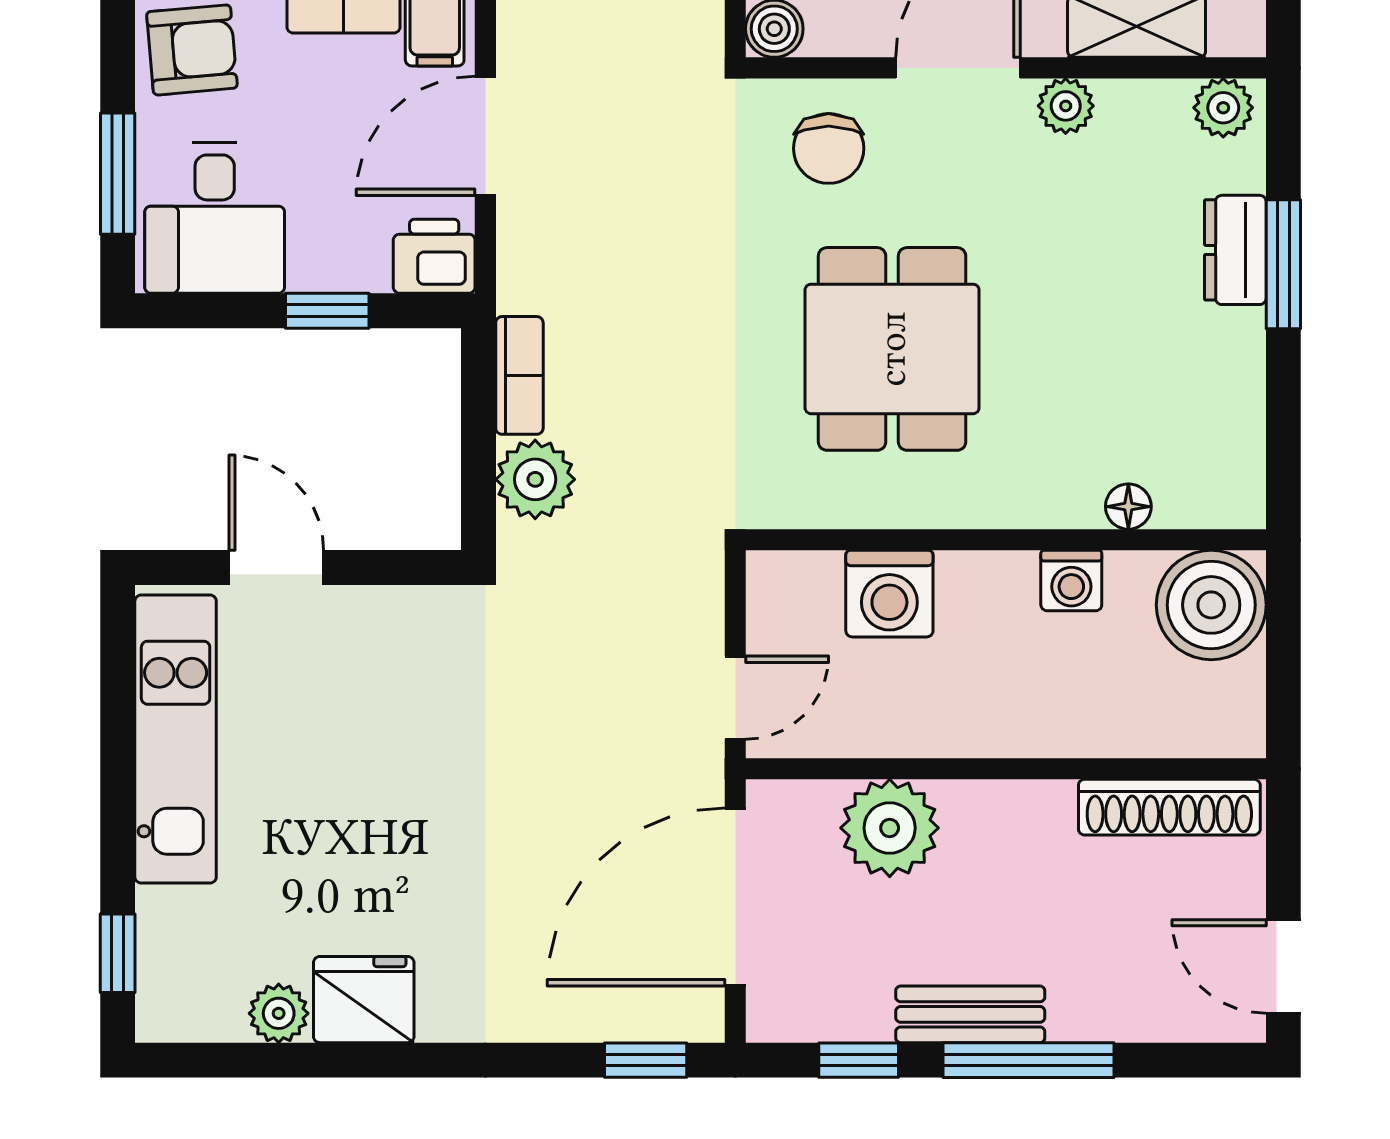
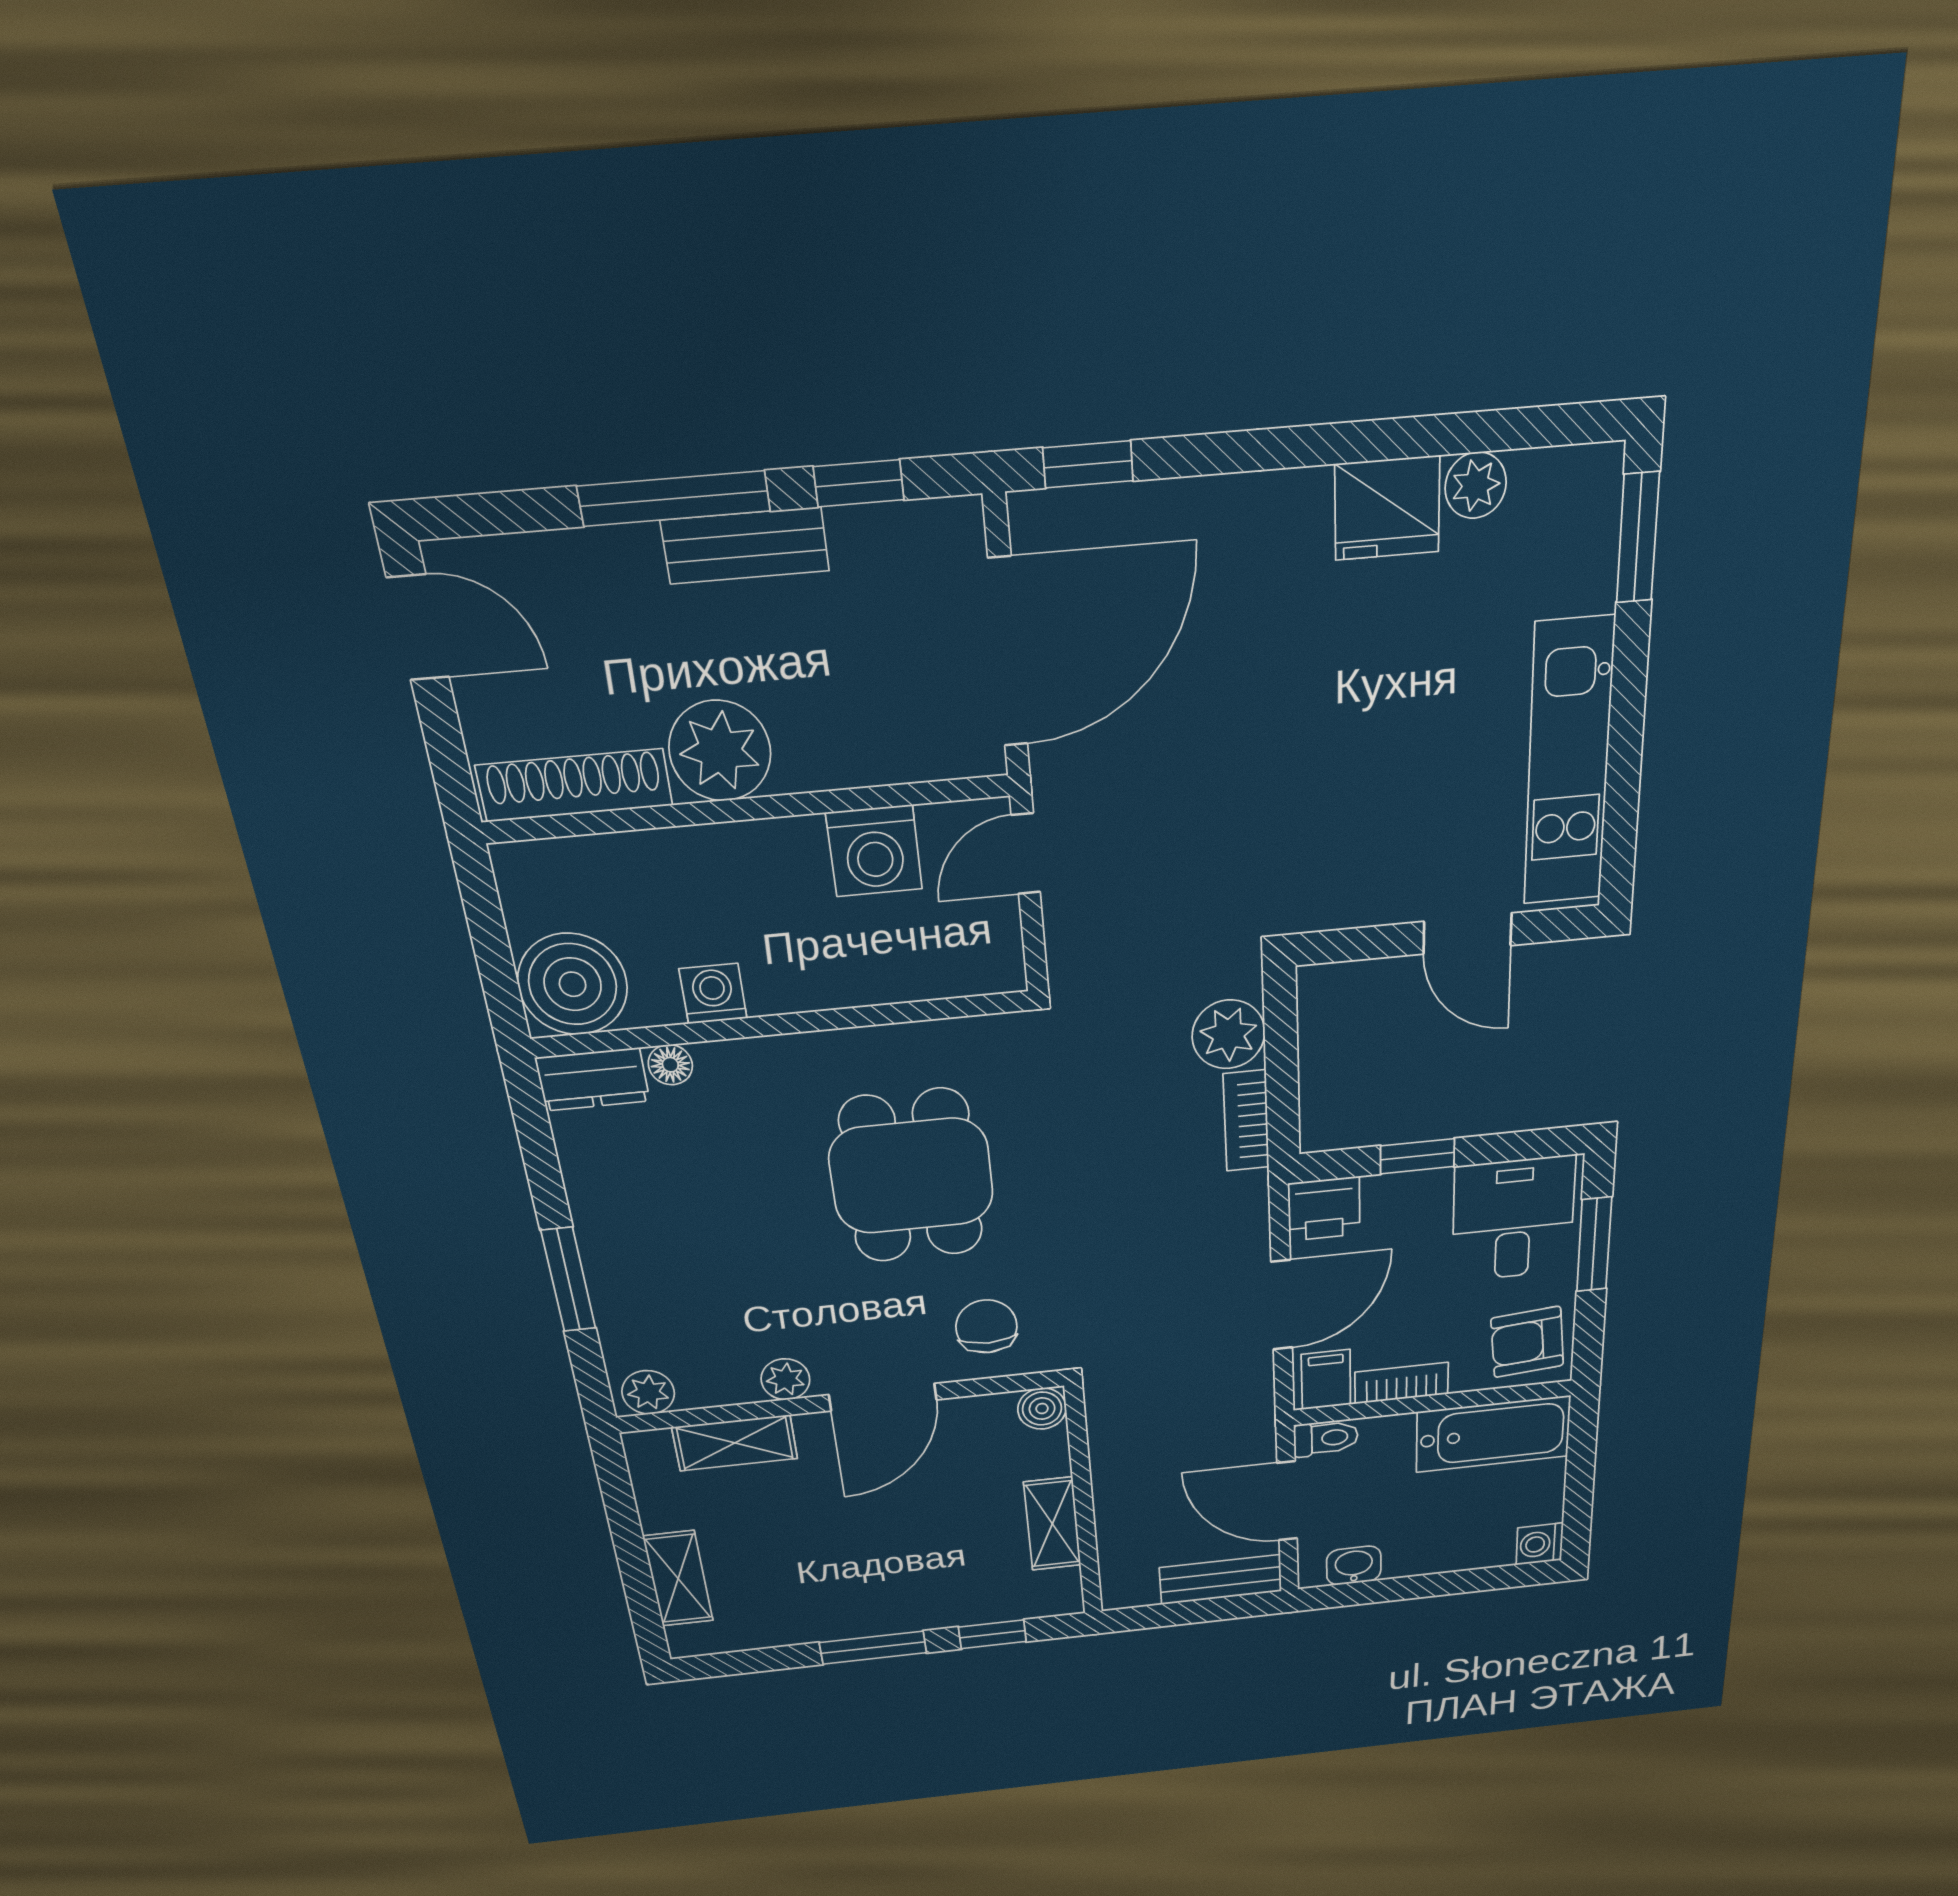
dresser: (1235, 250) -> (593, 1079), moved, turned 90
washing machine: (889, 594) -> (874, 851), moved, turned 180
plant: (890, 828) -> (720, 751), moved
window: (118, 953) -> (1638, 538), width x1.50

